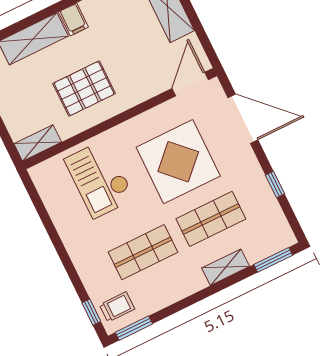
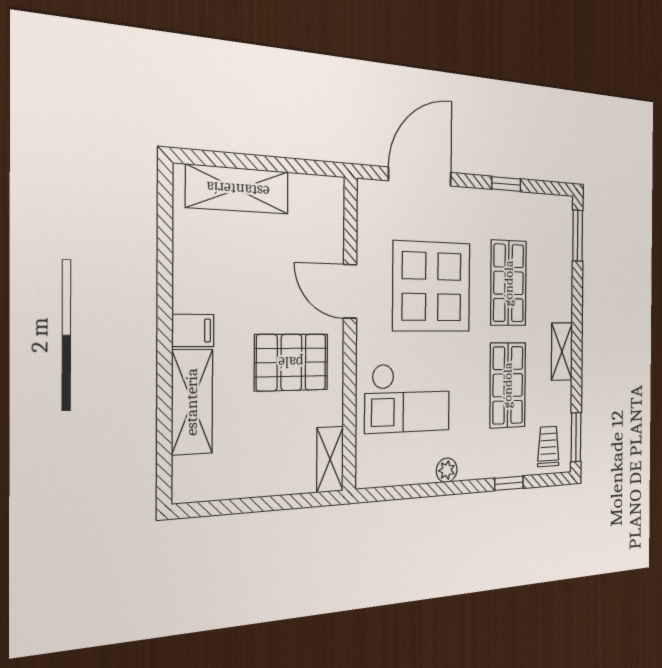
door: (190, 84) -> (350, 291), moved
pallet: (84, 89) -> (291, 362), turned 90
plant: (66, 231) -> (447, 470), added
shelving: (226, 267) -> (562, 352), moved
window: (91, 312) -> (509, 483), moved

